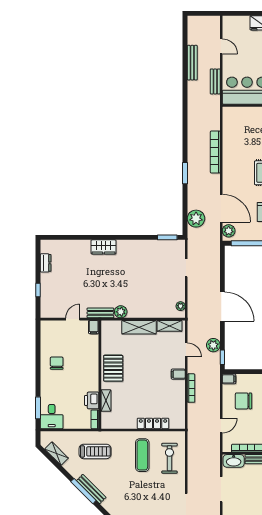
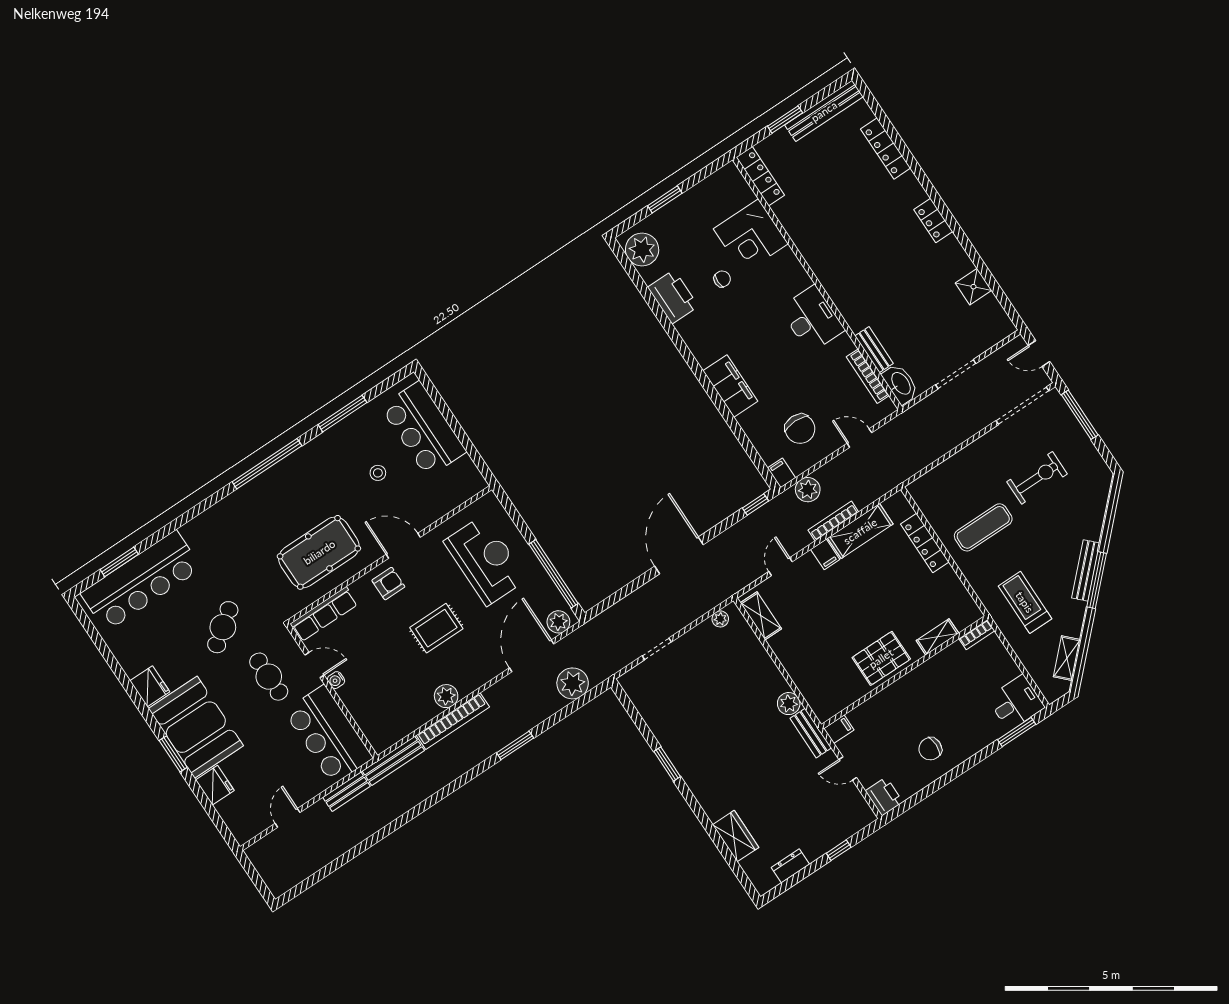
bench: (192, 63) -> (393, 761), moved
plant: (229, 157) -> (446, 696), added
window: (167, 237) -> (667, 764), moved
wardrobe: (103, 247) -> (736, 836), moved
shelving: (139, 327) -> (860, 531), moved, turned 90
plant: (213, 345) -> (808, 490), moved
printer: (92, 400) -> (884, 796), moved, turned -90
exercise bike: (169, 458) -> (1037, 478), moved, turned 180

